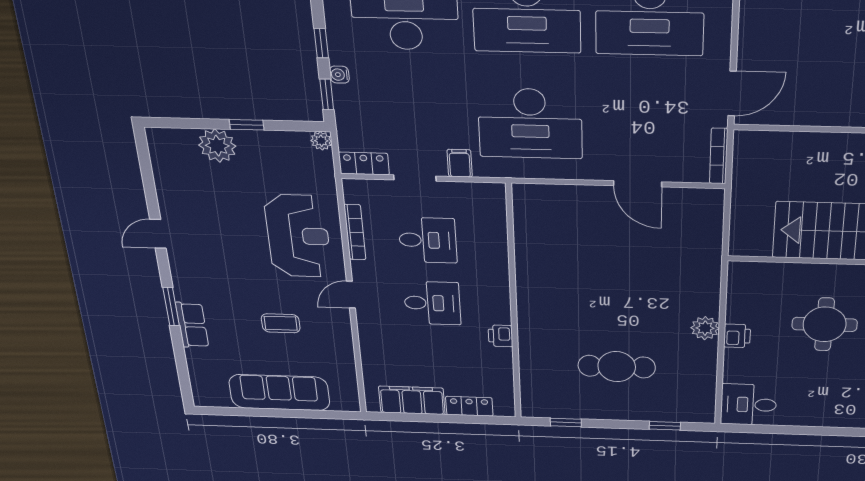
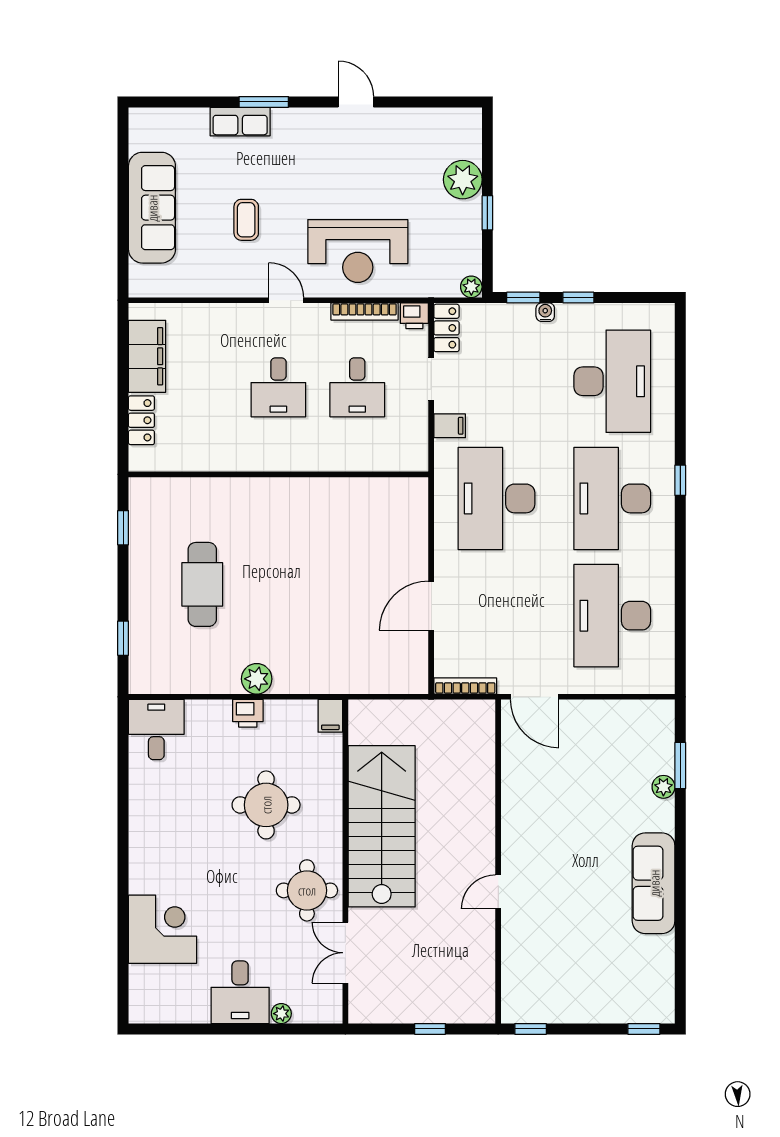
filing cabinet: (743, 271) -> (330, 716), added
printer: (500, 336) -> (414, 316), moved, turned 180

